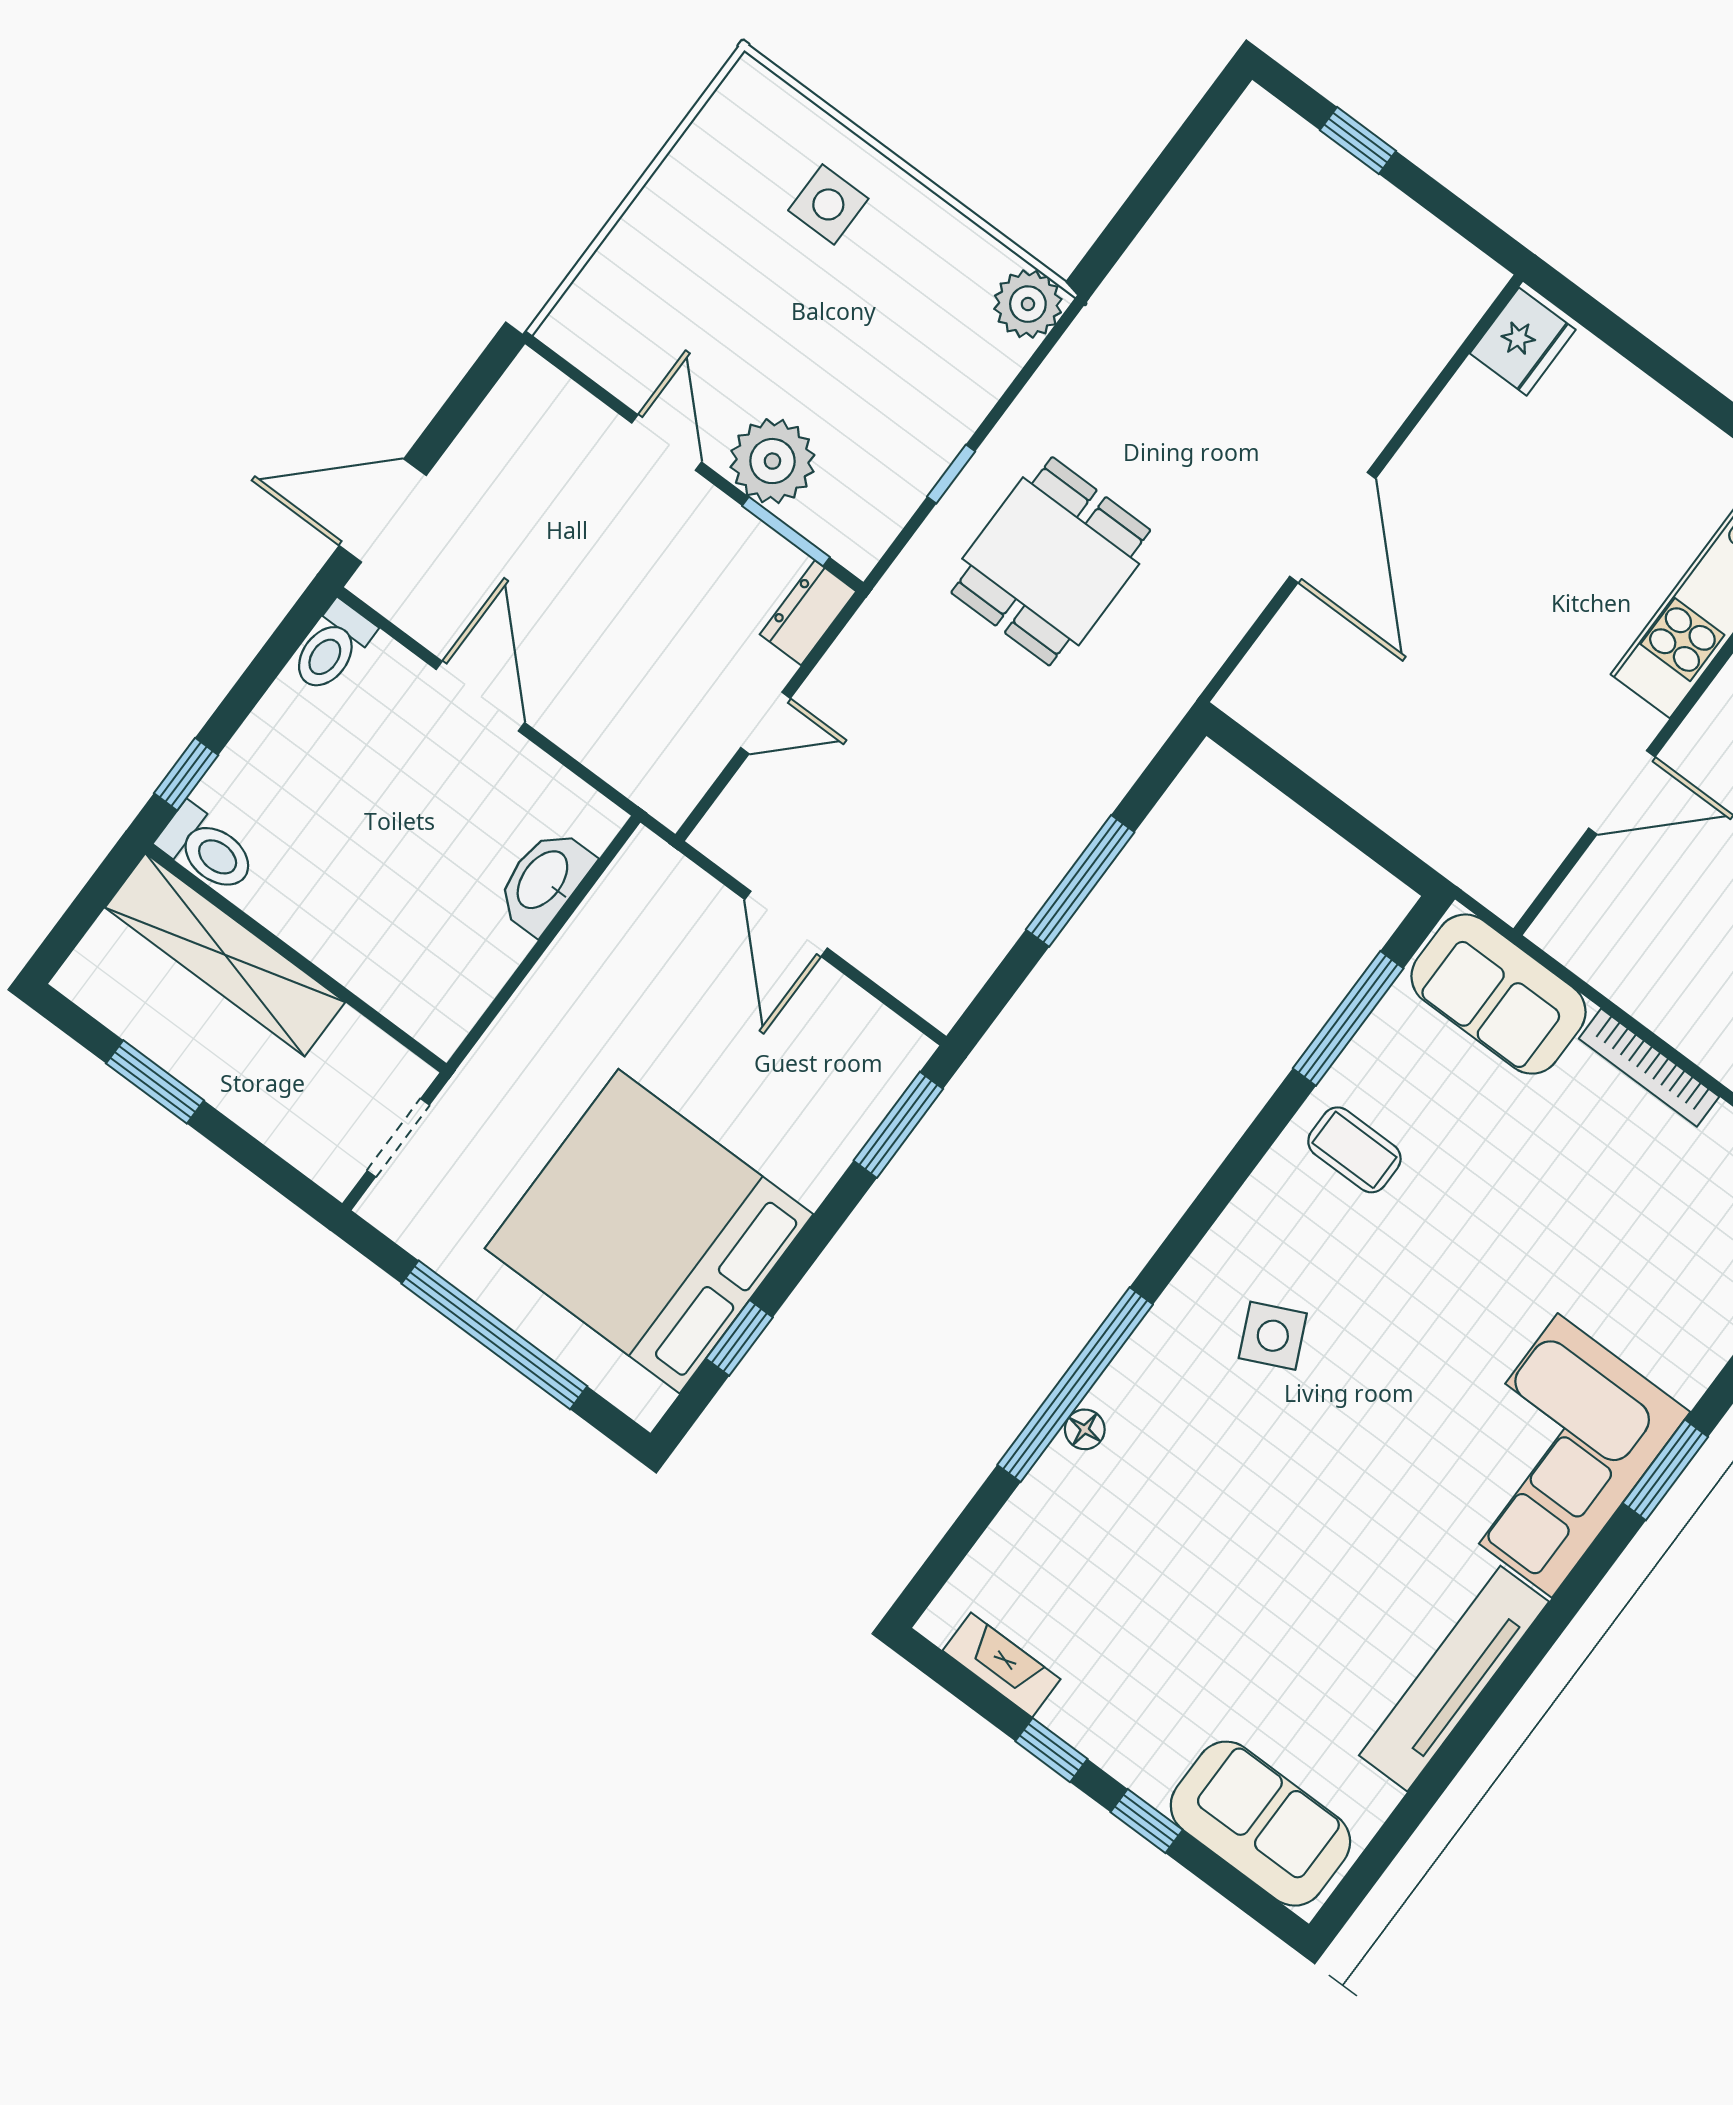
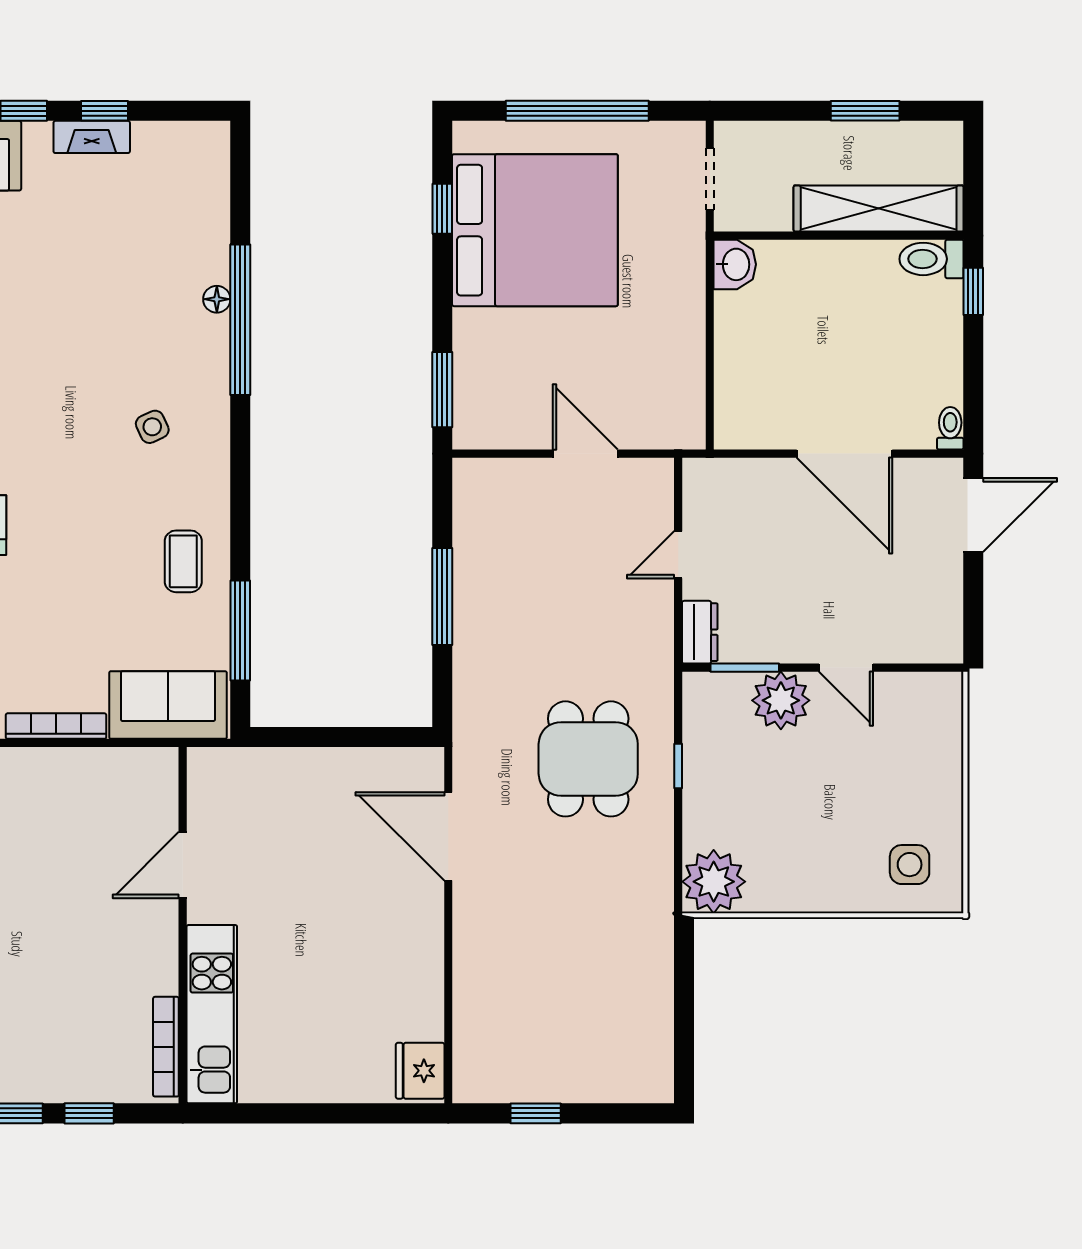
window: (1358, 141) -> (536, 1113), moved
side table: (828, 204) -> (910, 865), moved
plant: (1028, 304) -> (714, 882), width x1.36, depth x1.36
door: (1333, 528) -> (448, 836), moved
toilet: (332, 647) -> (950, 428), width x0.73, depth x0.72
door: (480, 696) -> (845, 454), width x1.36
washbasin: (544, 881) -> (735, 264), moved, width x0.72
coffee table: (1354, 1150) -> (183, 561), turned 90
side table: (1273, 1336) -> (152, 427), width x0.73, depth x0.73
fireplace: (1002, 1665) -> (92, 137), moved

